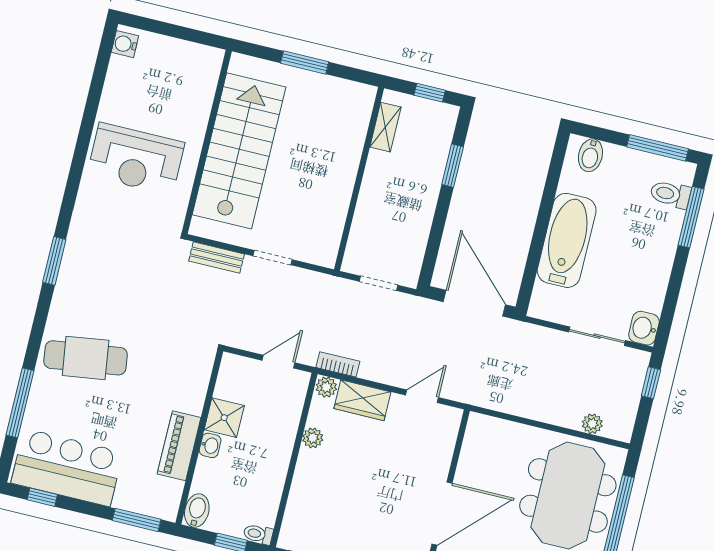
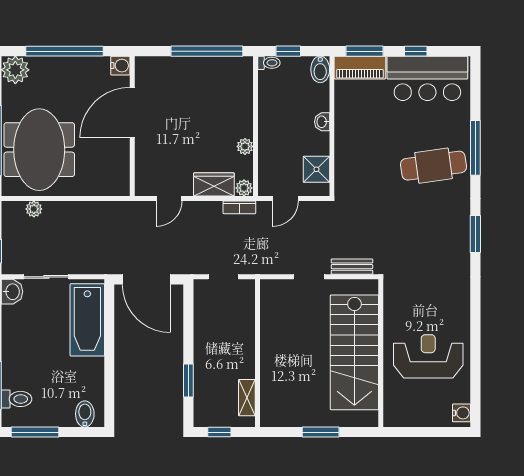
reception desk: (136, 159) -> (428, 356), moved
bathtub: (567, 240) -> (87, 320), moved
window: (20, 403) -> (475, 148), moved
shower: (224, 418) -> (316, 169), moved
piano: (179, 446) -> (360, 68), moved, turned 90
window: (42, 497) -> (416, 51), moved

